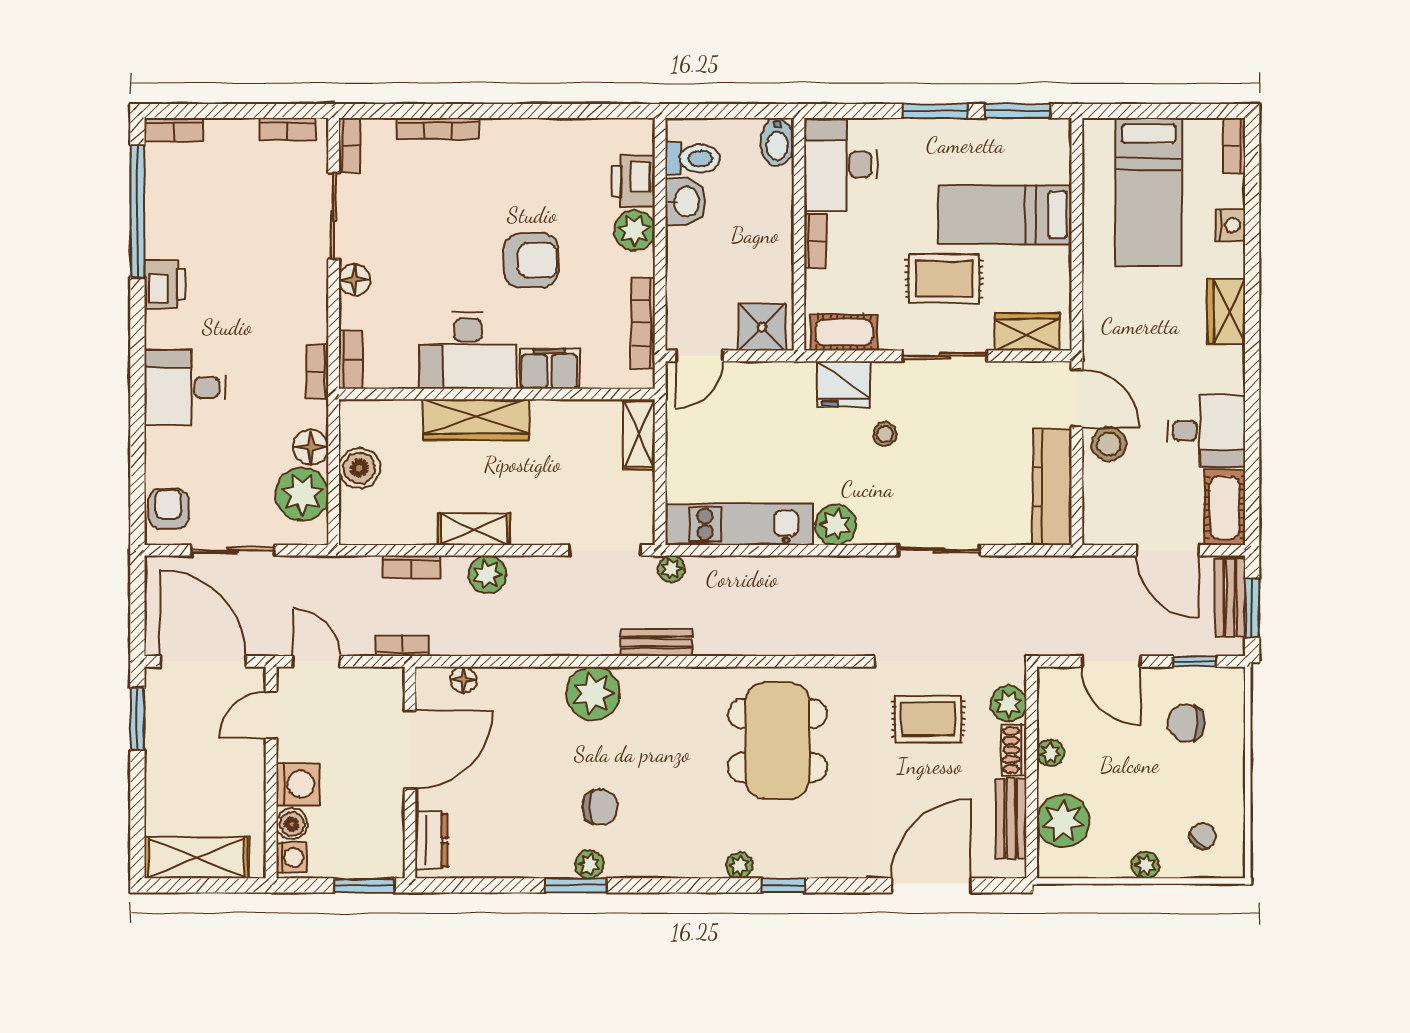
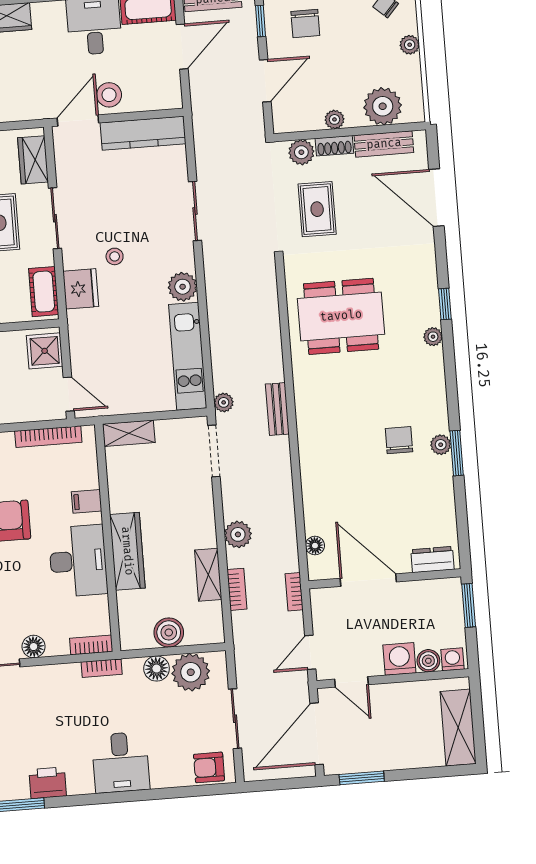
filing cabinet: (549, 369) -> (87, 501), width x0.50
shelving: (474, 529) -> (208, 575), moved
plant: (593, 693) -> (318, 452), removed

